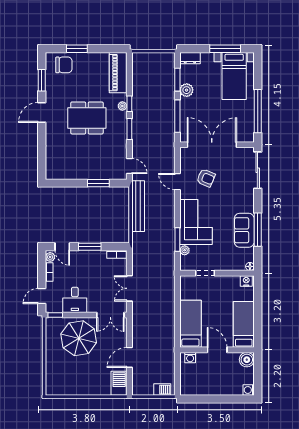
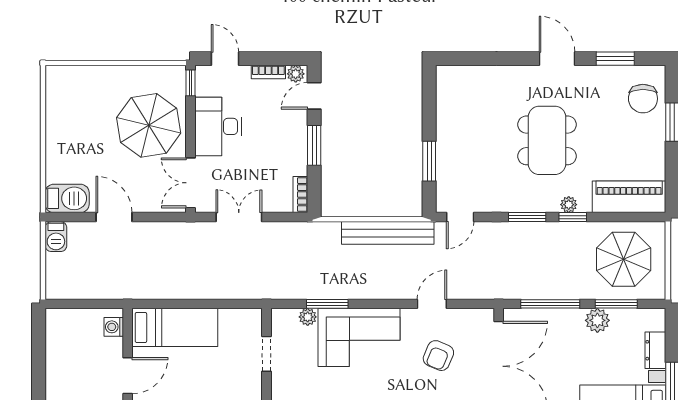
dresser: (190, 58) -> (655, 350), moved
parasol: (153, 76) -> (624, 259), added
desk: (75, 300) -> (218, 126), width x1.37
barbecue: (162, 390) -> (56, 237), moved

